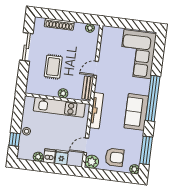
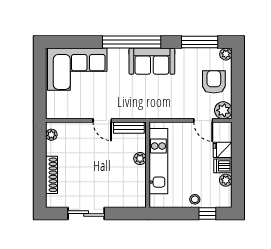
rug: (53, 67) -> (107, 176), removed
tv unit: (96, 111) -> (157, 113), removed

